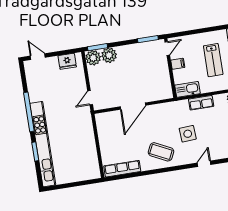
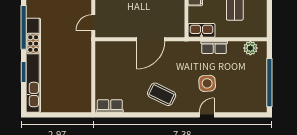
door: (133, 106) -> (151, 39), moved
side table: (188, 134) -> (207, 83), moved
row of seats: (122, 169) -> (110, 106), width x0.68

